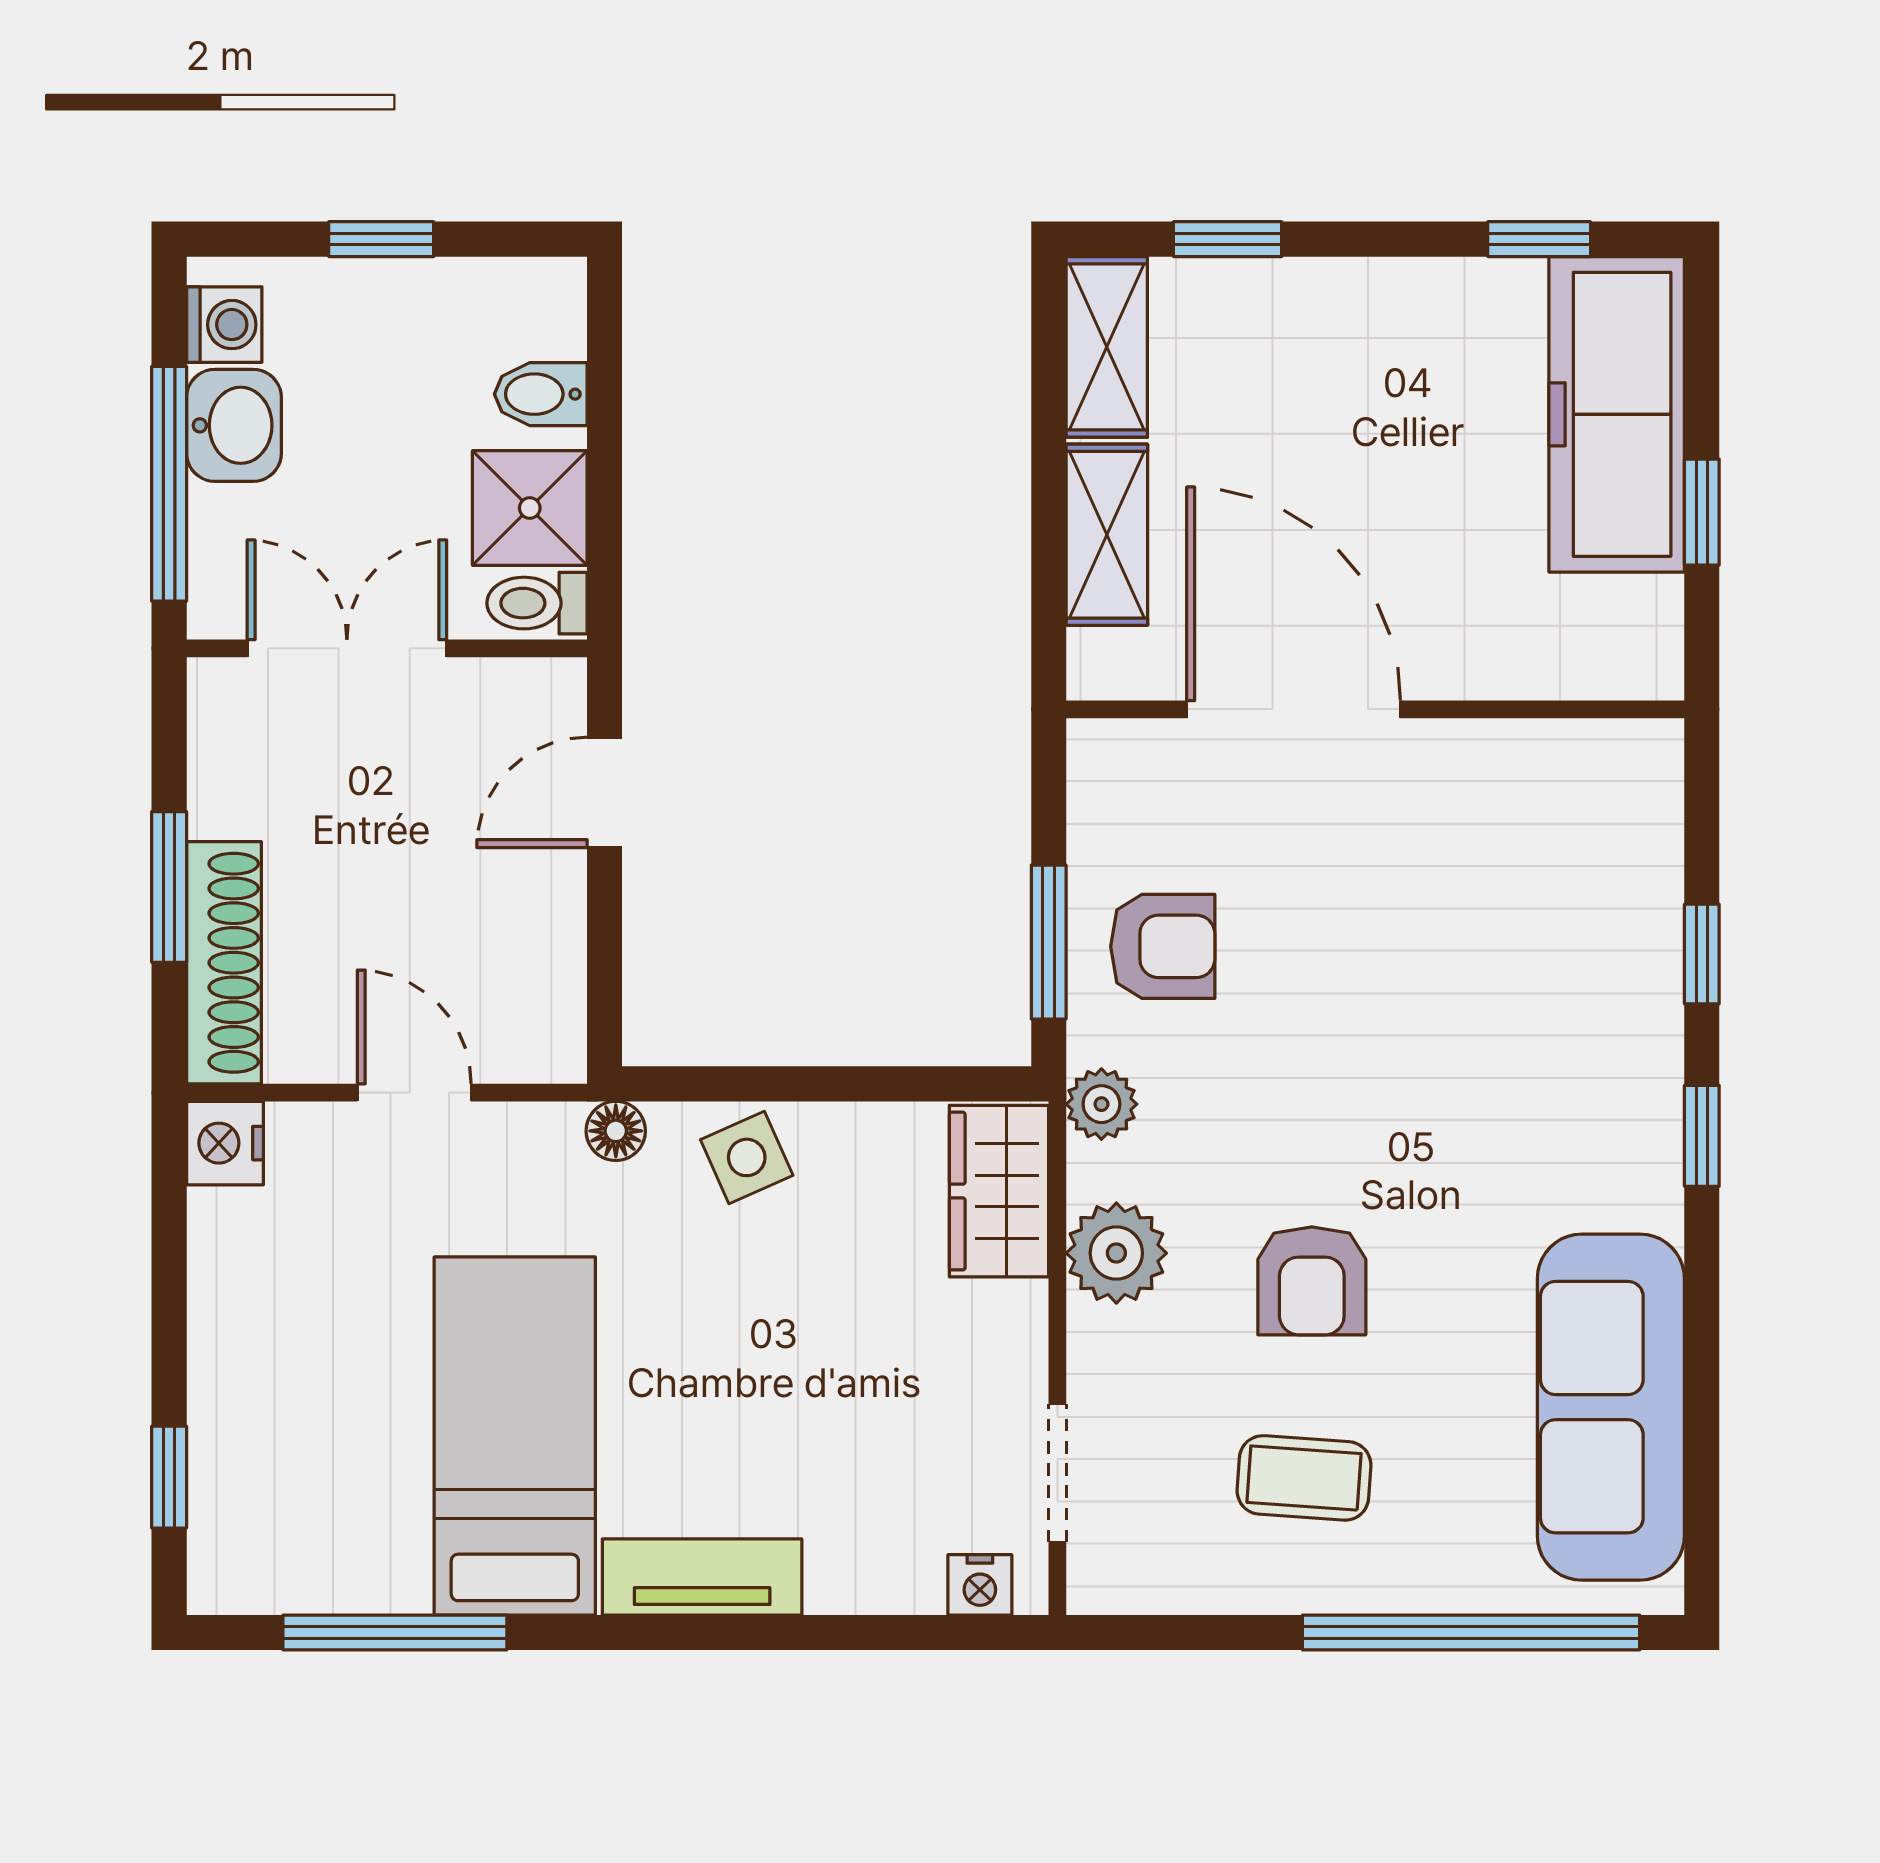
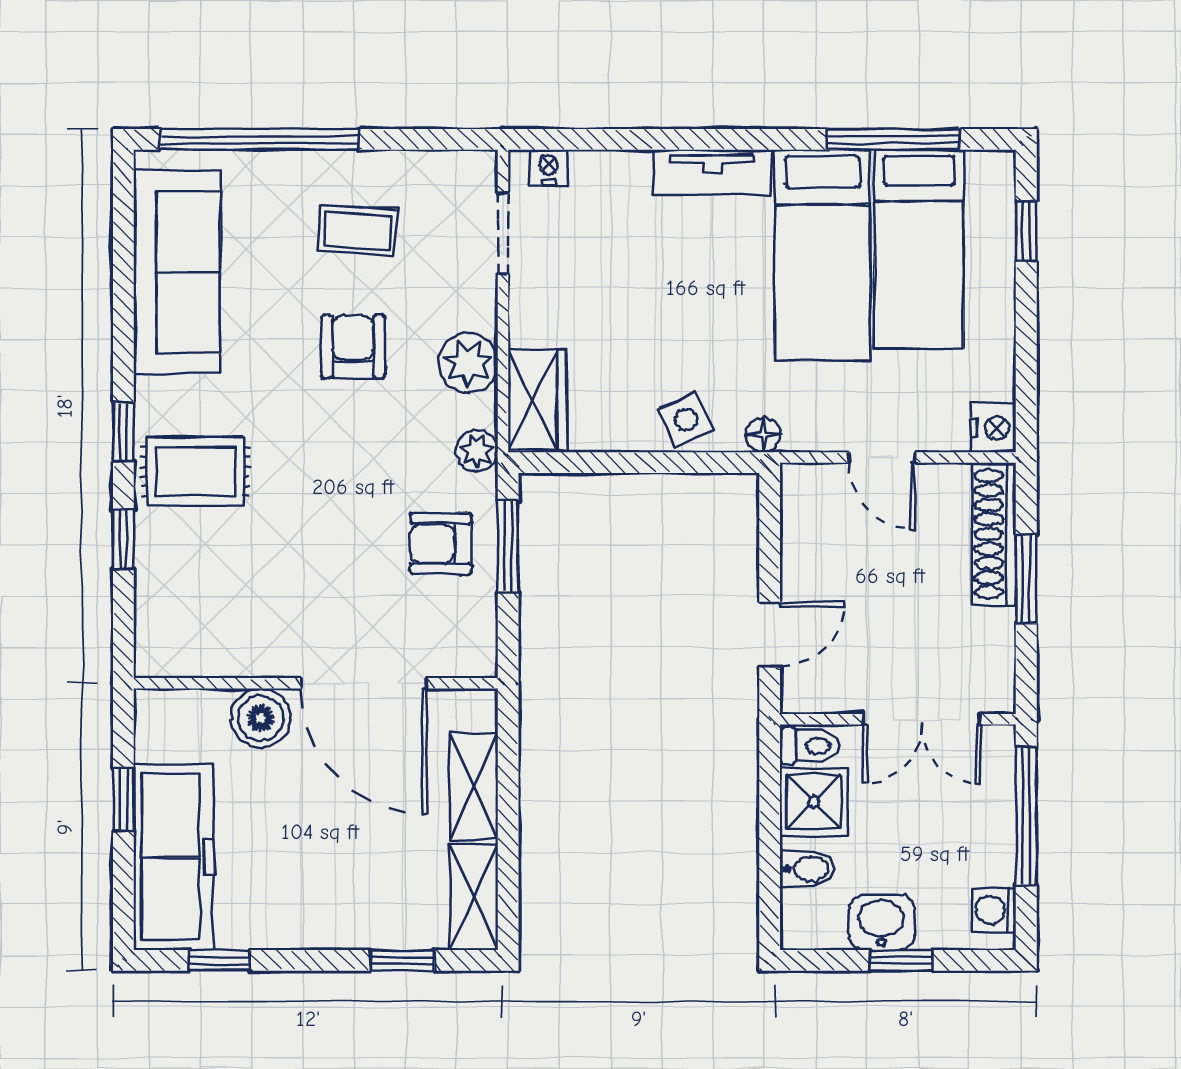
washbasin: (234, 425) -> (881, 922), moved, turned 90
boiler: (1469, 650) -> (261, 718), added
rug: (1580, 1069) -> (195, 471), added
bed: (351, 1447) -> (919, 249), added

